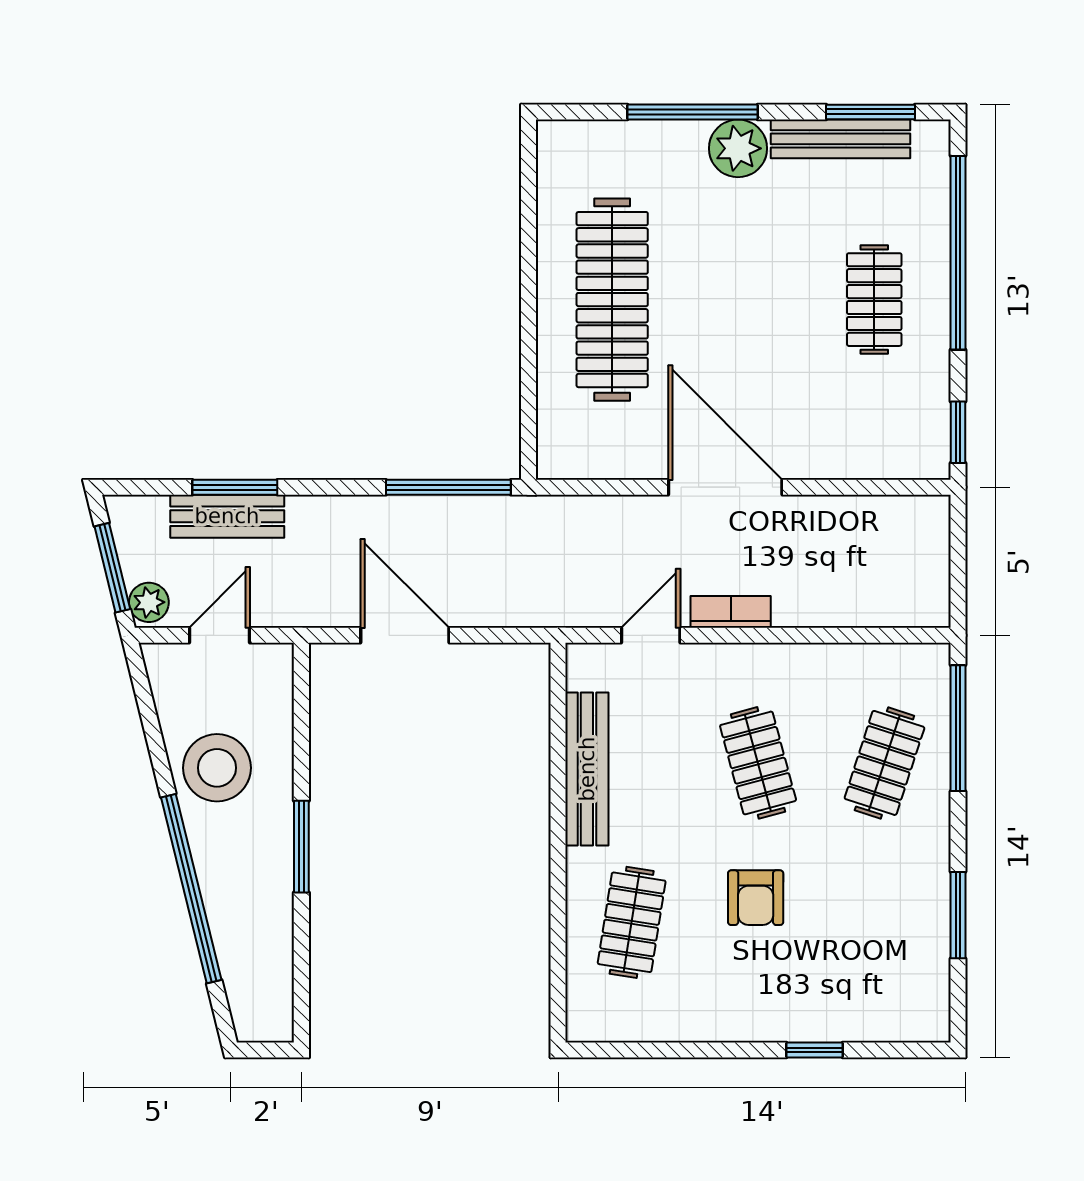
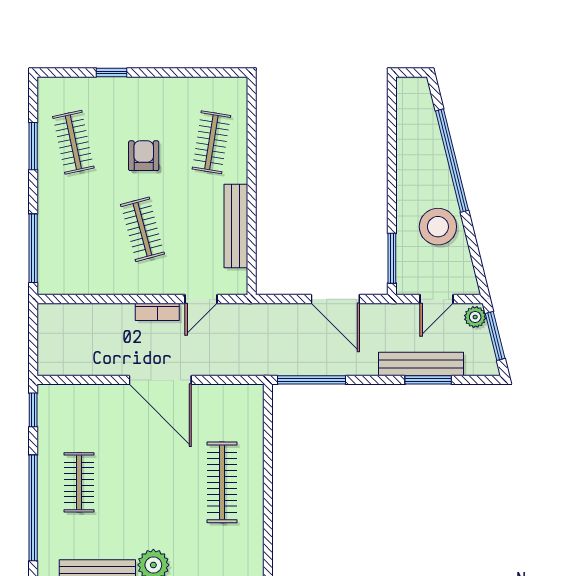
clothes rail: (612, 300) -> (222, 482), width x0.73, depth x0.76
bench: (227, 516) -> (421, 364), width x1.36
clothes rail: (884, 763) -> (73, 142), moved, turned -30
window: (301, 847) -> (392, 258), moved

